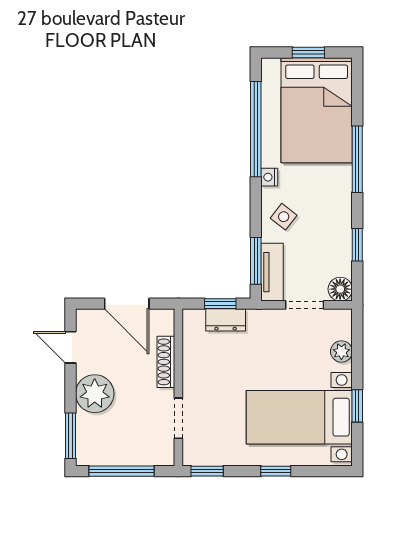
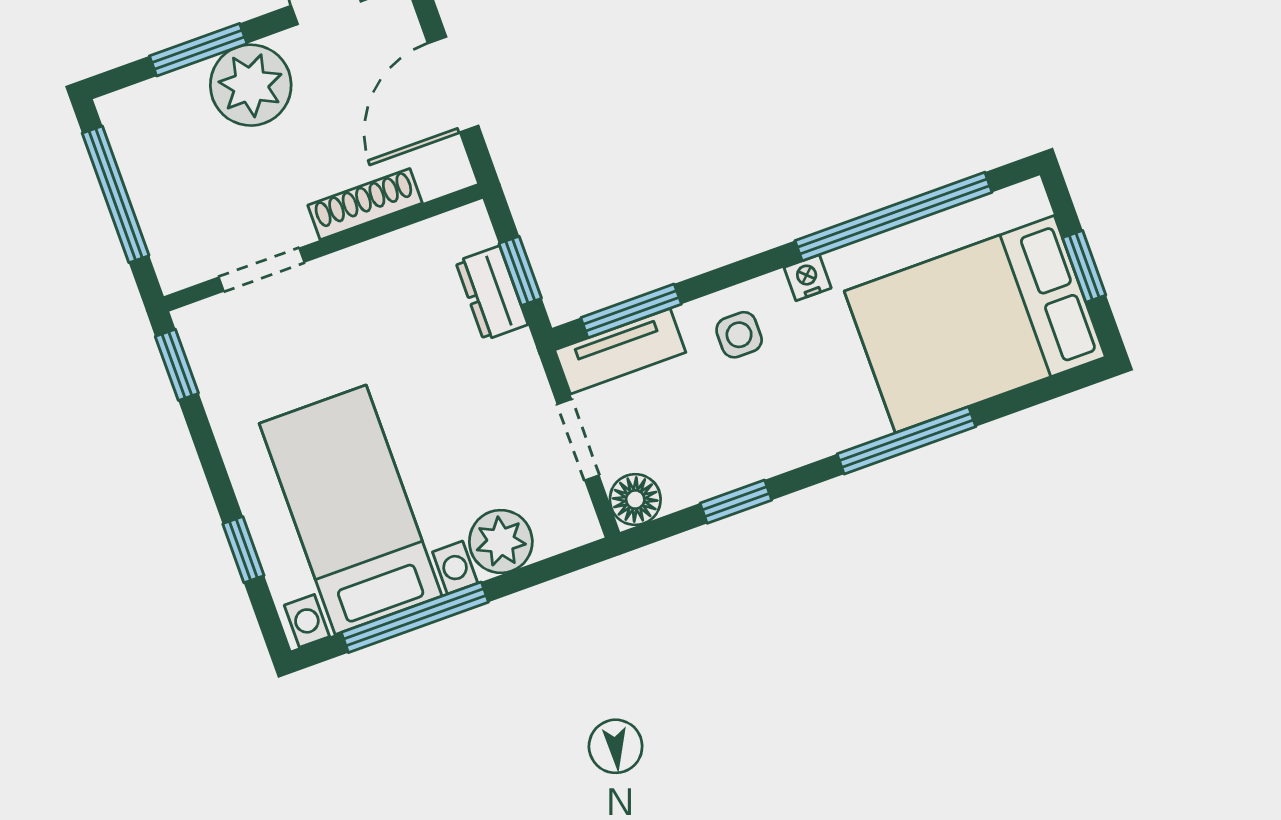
side table: (284, 217) -> (739, 335), turned -38
plant: (341, 351) -> (501, 541), width x1.38, depth x1.38
window: (357, 406) -> (415, 617), width x2.17
window: (71, 436) -> (198, 50), moved
window: (276, 471) -> (243, 550), moved

